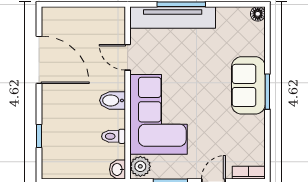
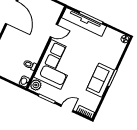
door: (128, 57) -> (54, 31), swing flipped
sofa: (248, 85) -> (100, 80), moved
bidet: (112, 100) -> (37, 48), removed

